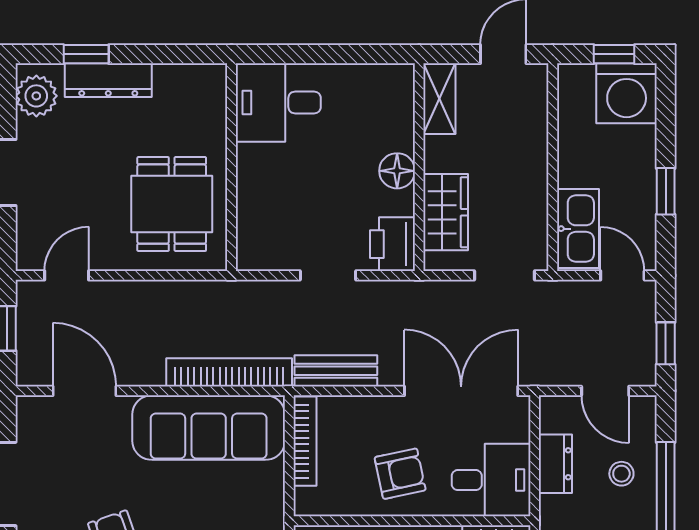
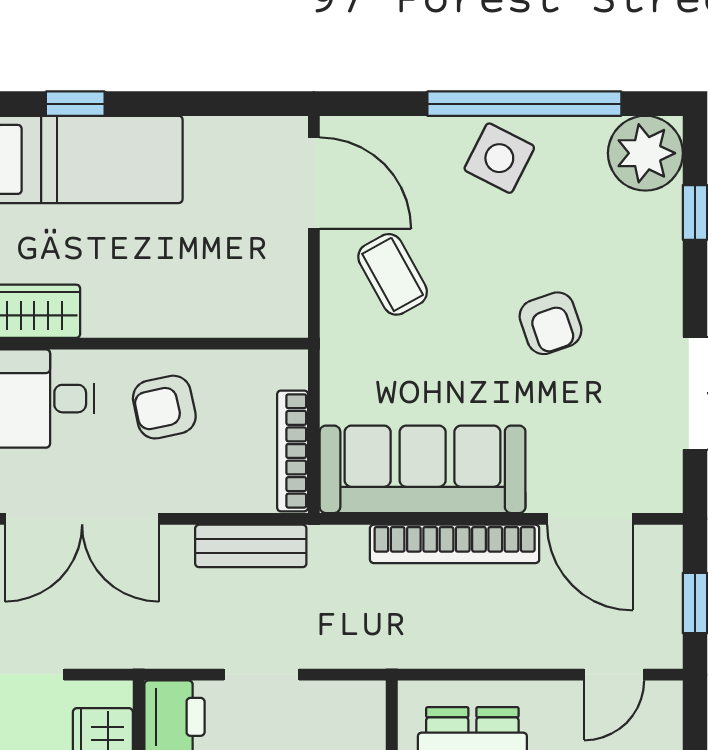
bookcase: (229, 372) -> (455, 544), moved

